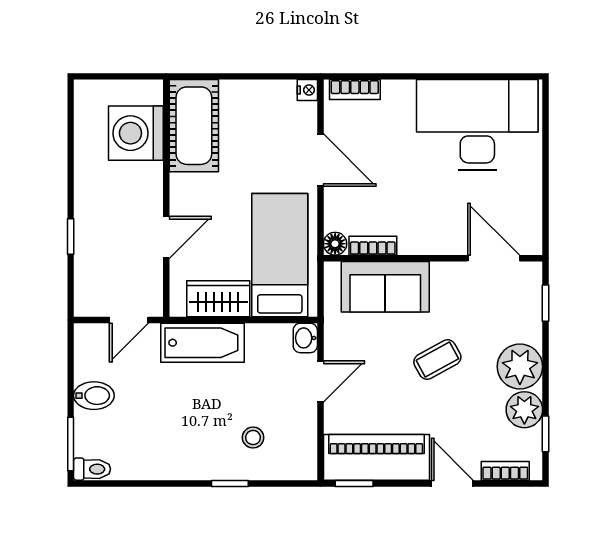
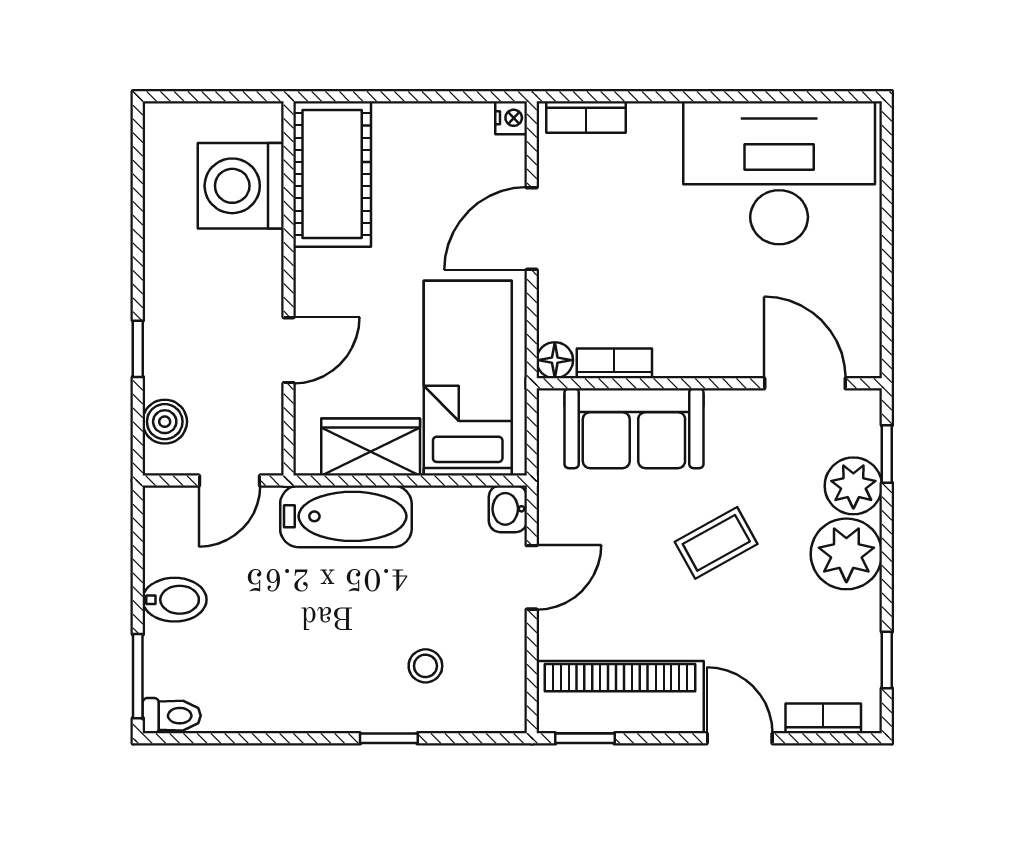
door: (320, 160) -> (532, 229), swing flipped
boiler: (88, 283) -> (165, 422), added
plant: (524, 410) -> (853, 486), moved

